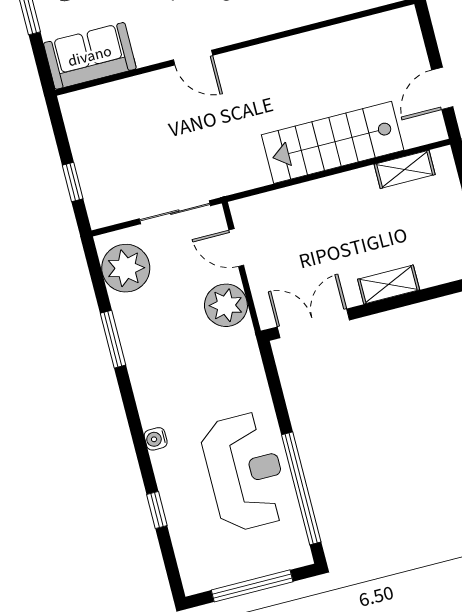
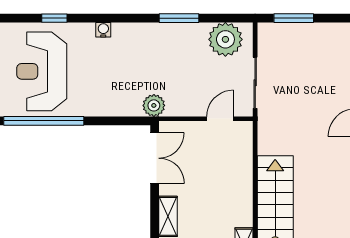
window: (73, 182) -> (294, 18), width x1.50
plant: (226, 305) -> (154, 105), moved, width x0.73, depth x0.73
reception desk: (245, 472) -> (42, 71), moved, turned 90

